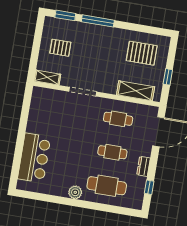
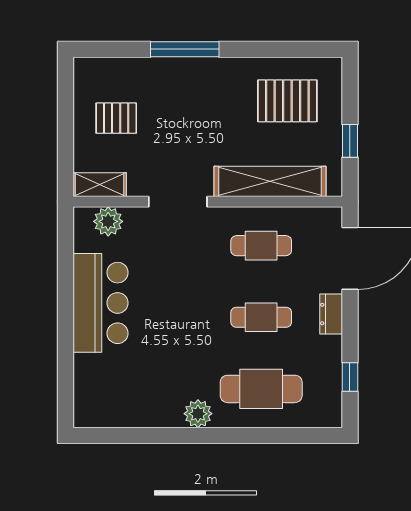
window: (65, 15) -> (115, 49), removed
shelving: (136, 91) -> (270, 181), width x1.47
plant: (48, 95) -> (108, 221), added
bar counter: (34, 158) -> (101, 303), moved
dresser: (144, 166) -> (331, 314), moved

